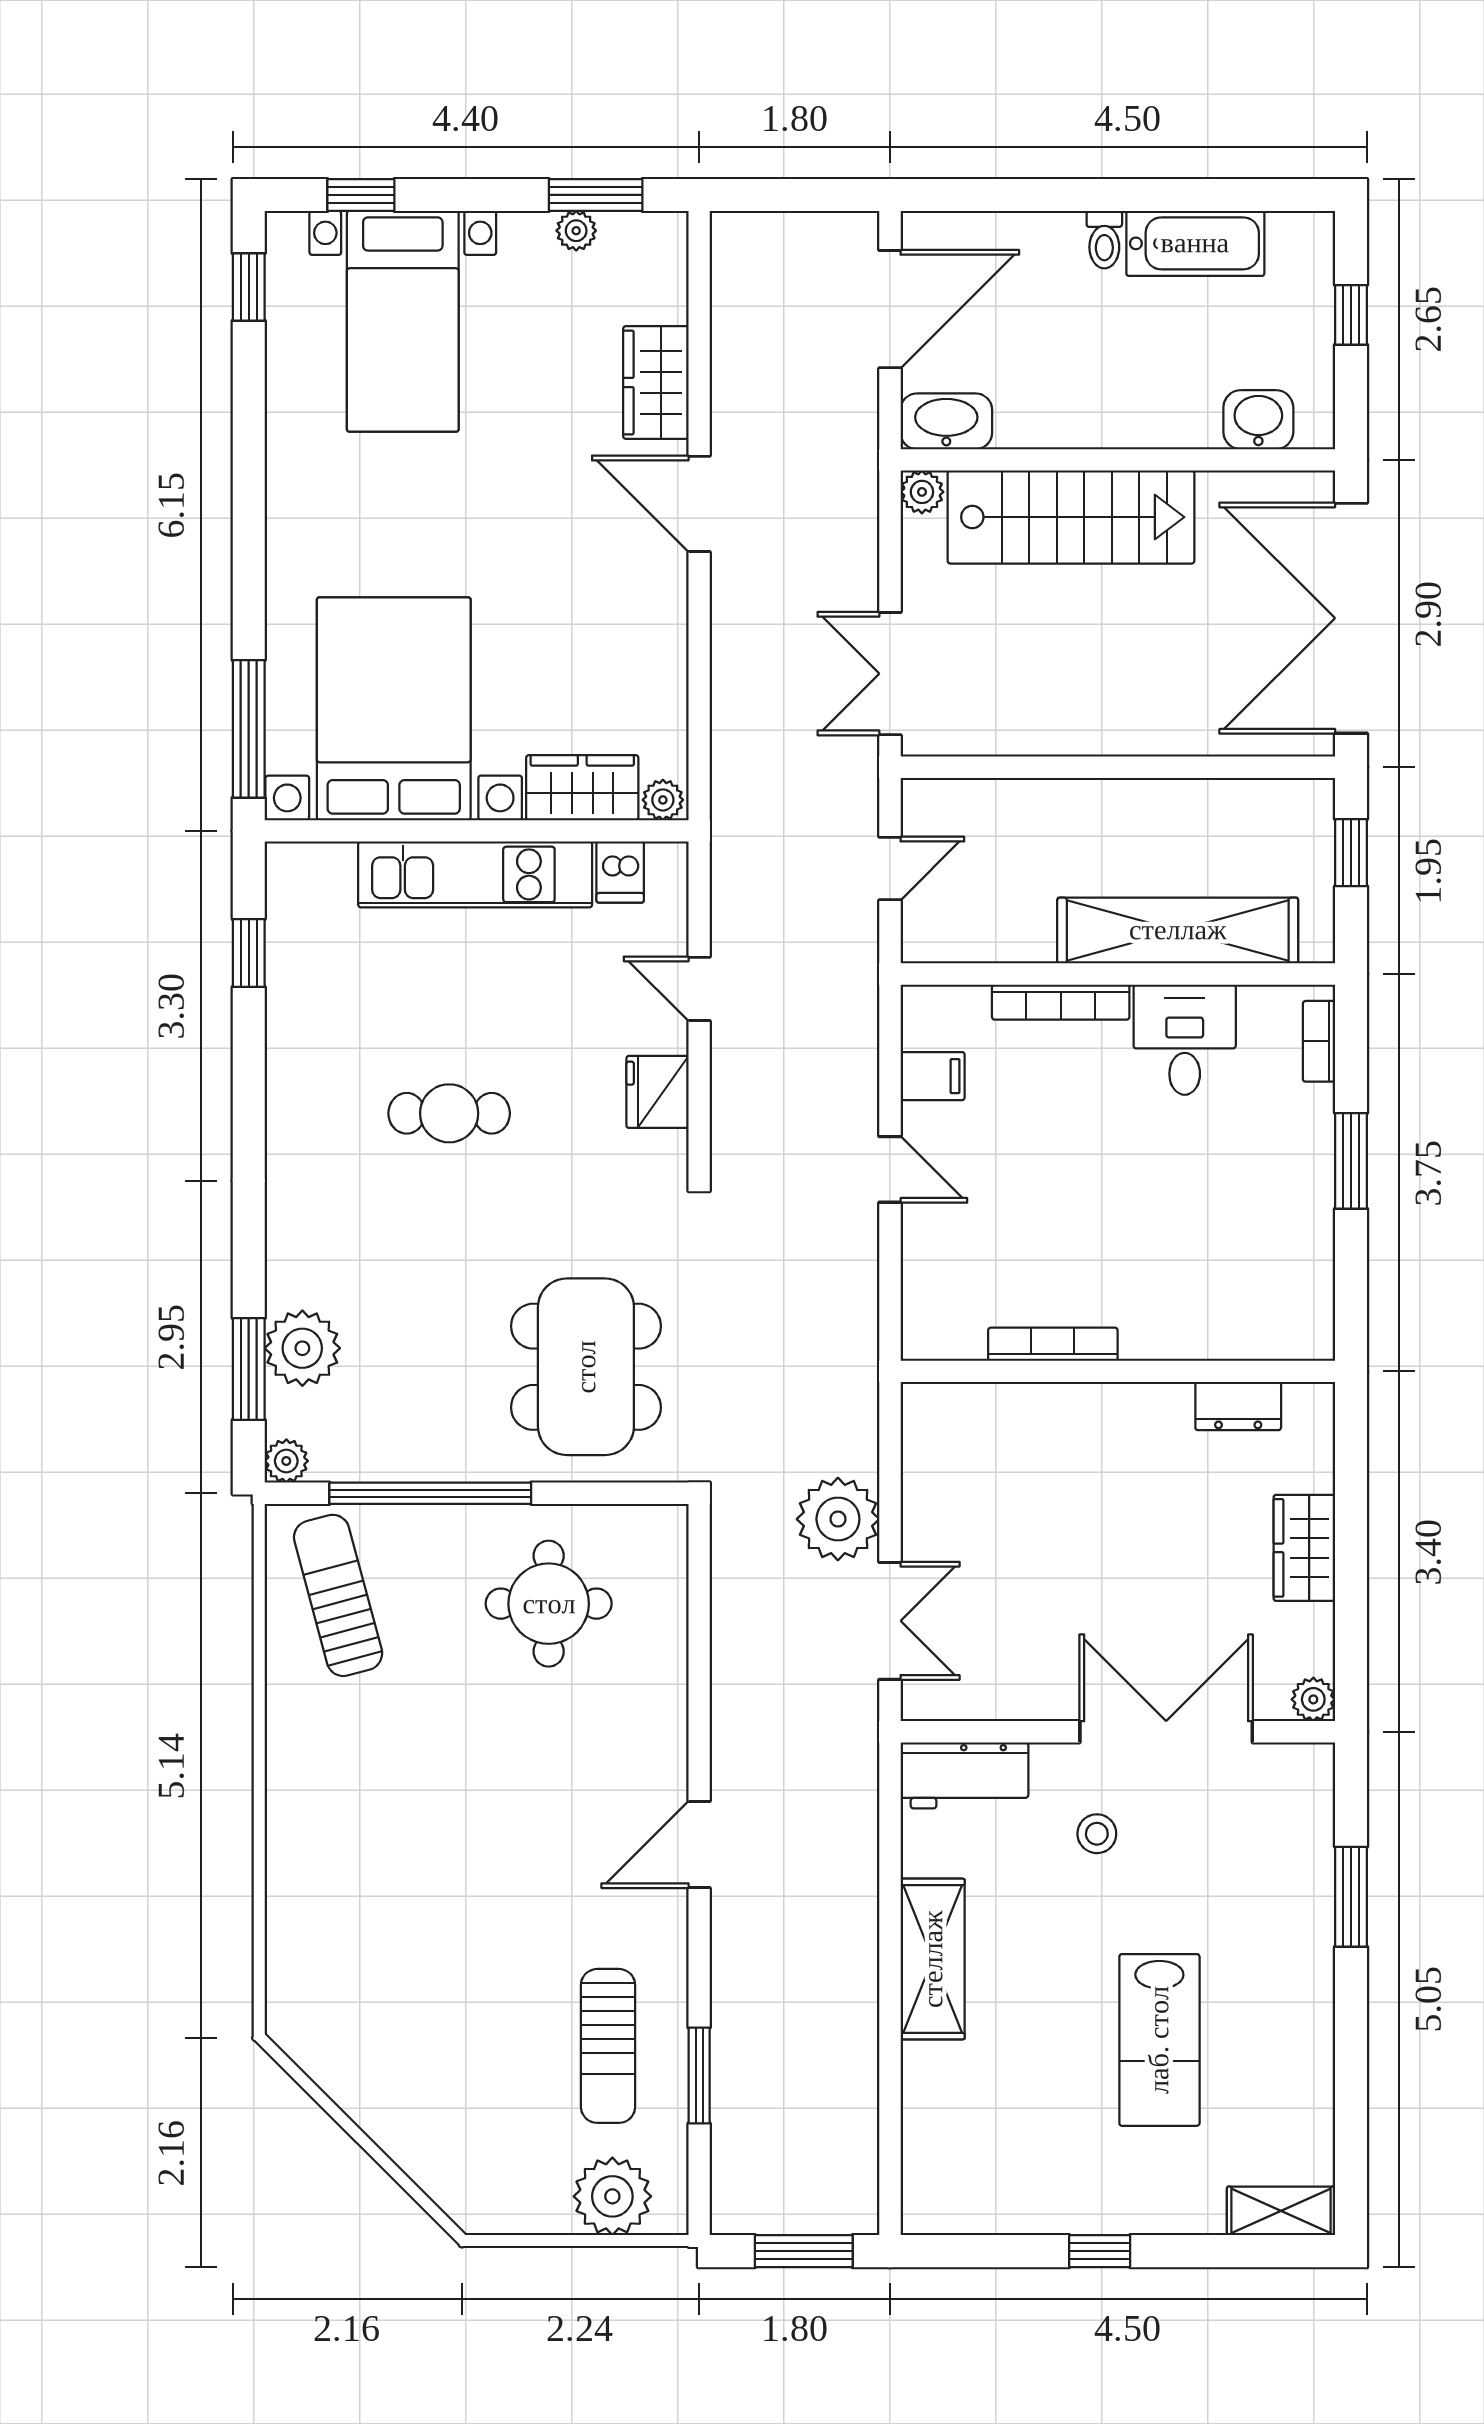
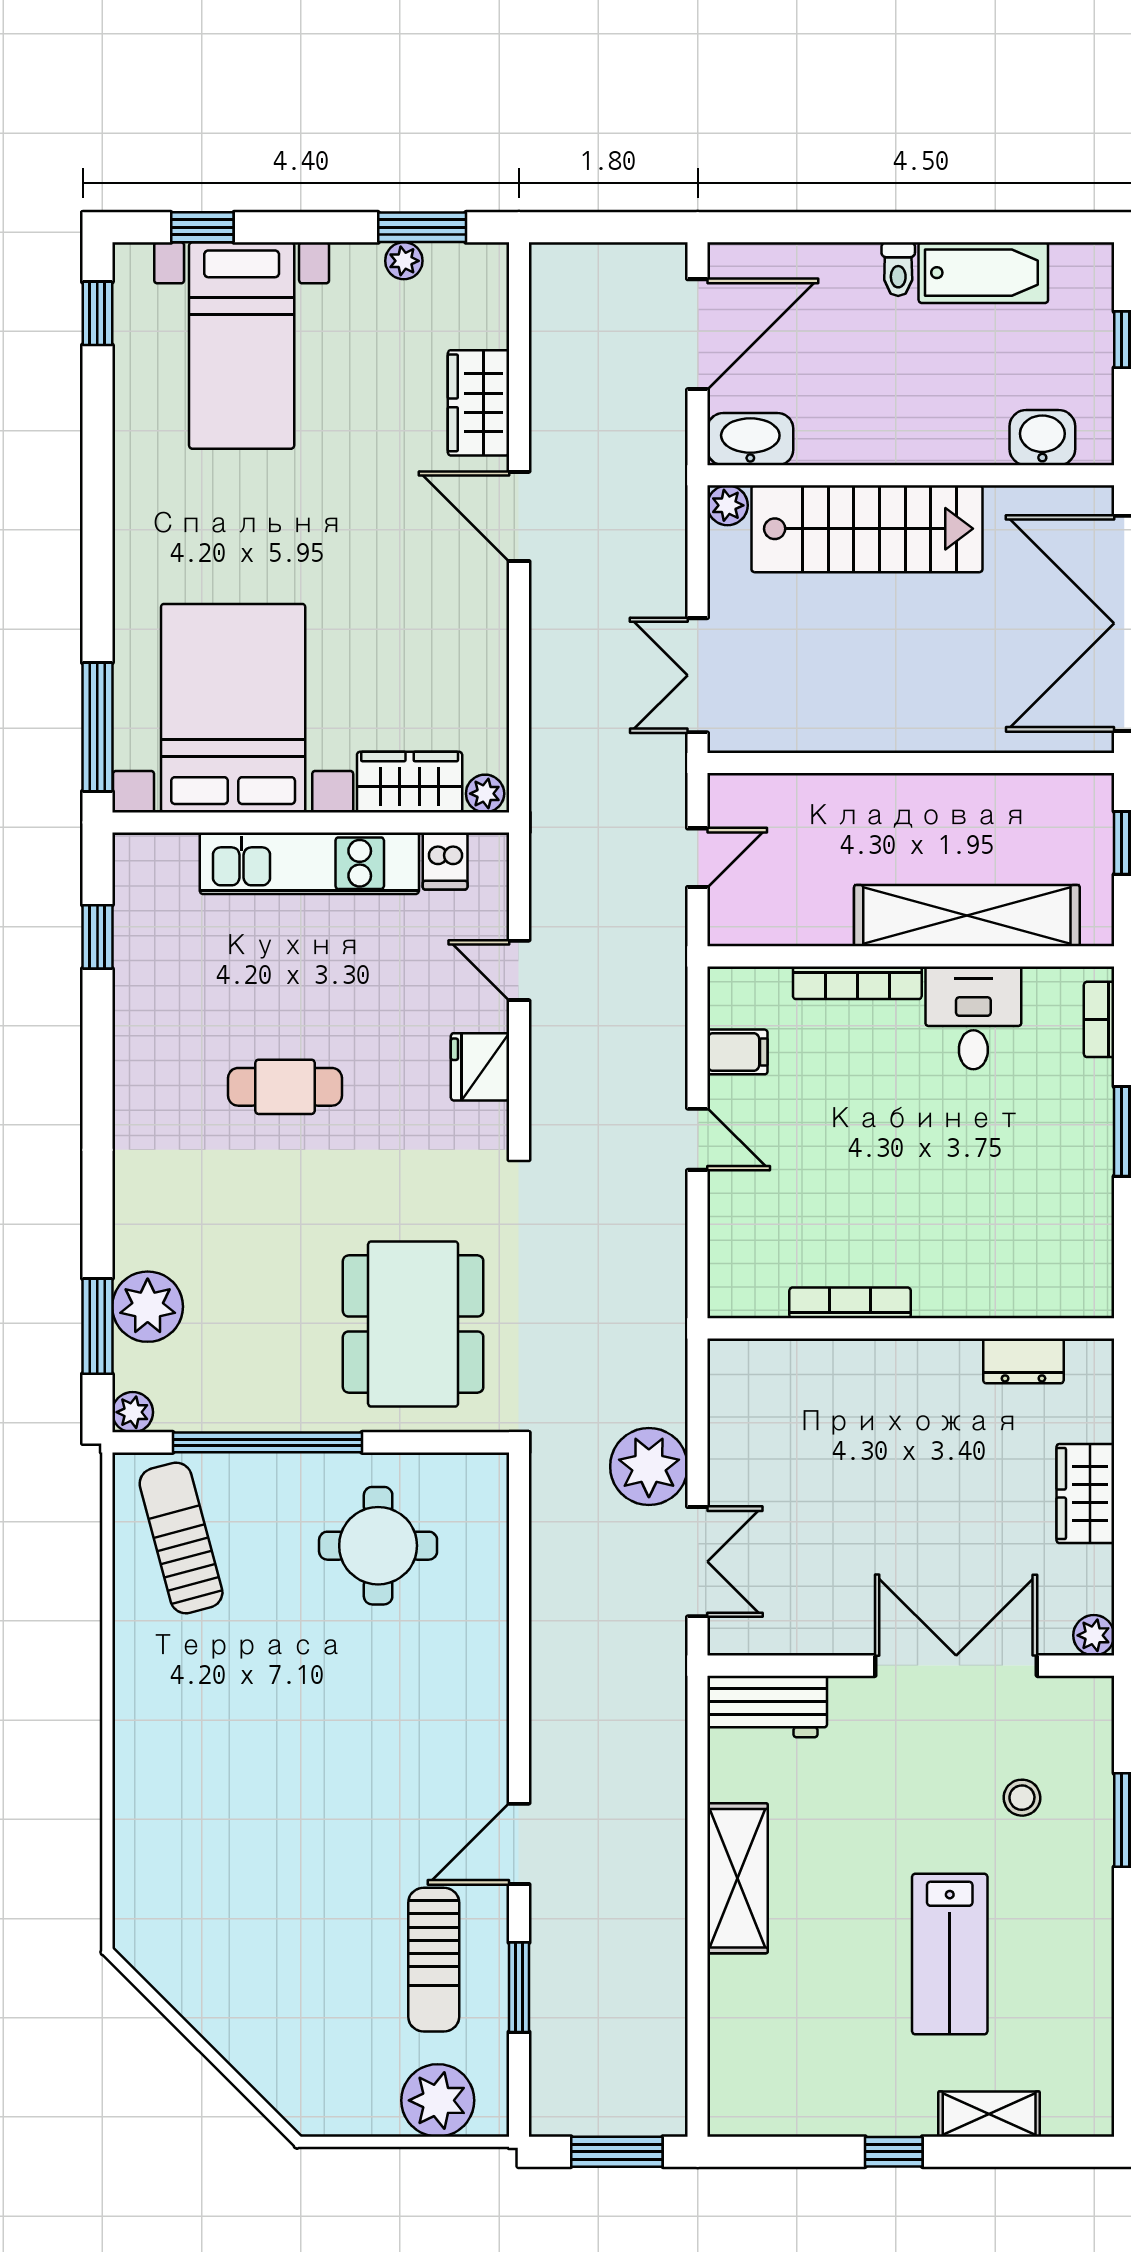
stool: (1097, 1834) -> (1022, 1798), moved
door: (699, 1845) -> (519, 1844), moved
shelving: (1281, 2211) -> (989, 2114), moved

